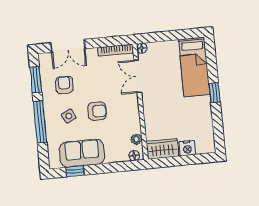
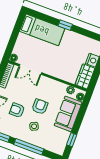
armchair: (64, 85) -> (17, 110), moved
sofa: (82, 153) -> (68, 114), moved

